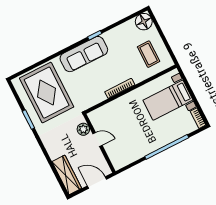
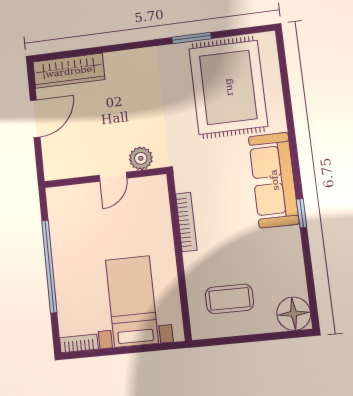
rug: (47, 93) -> (228, 87), turned 90
plant: (83, 129) -> (141, 158), moved
door: (97, 139) -> (113, 177), moved
wall: (99, 143) -> (105, 178), moved

